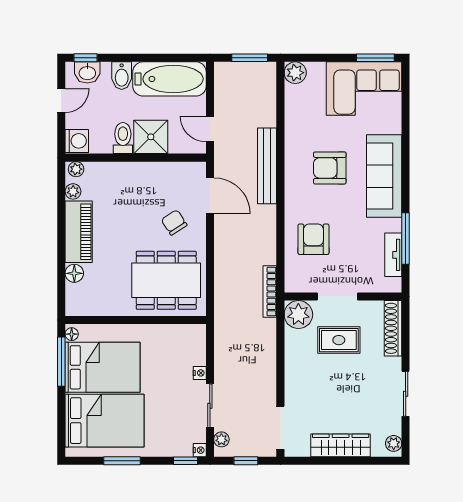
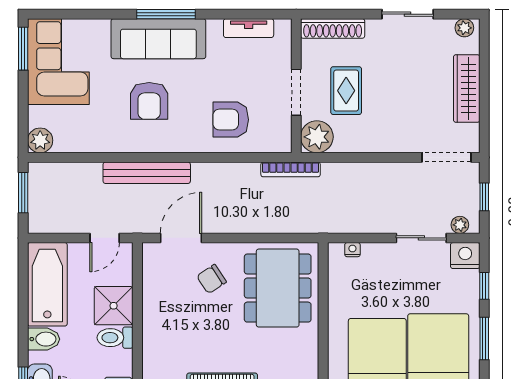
window: (406, 239) -> (166, 14), moved
nightstand: (200, 373) -> (352, 250), moved
nightstand: (200, 450) -> (465, 256), width x1.89, depth x1.79
window: (186, 461) -> (484, 286), moved

